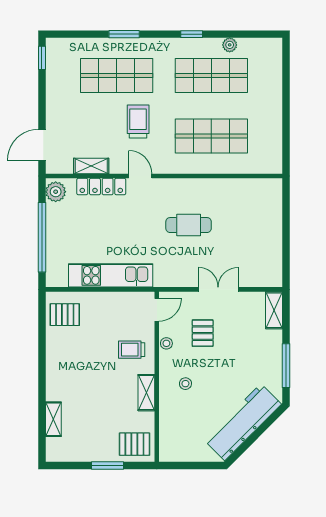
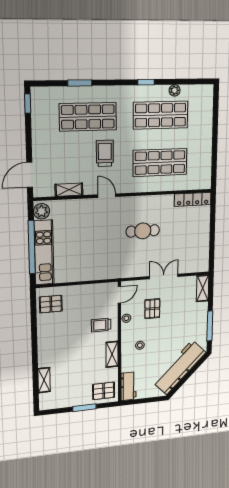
window: (124, 34) -> (80, 83), moved
locker: (101, 187) -> (193, 199), moved
kitchen unit: (111, 275) -> (44, 252), moved, turned 90
workbench: (169, 442) -> (128, 386), added

